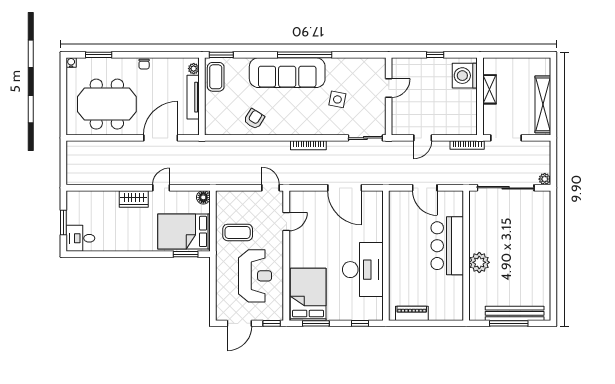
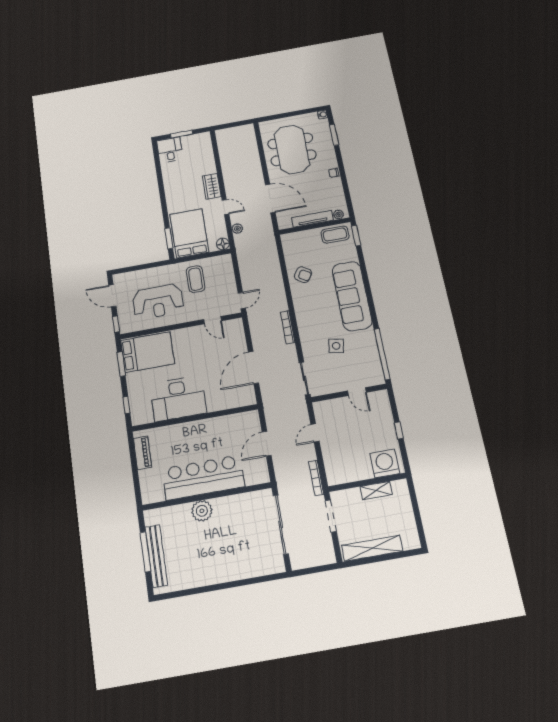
window: (305, 55) -> (382, 354), moved
door: (423, 138) -> (315, 433), hinge flipped
plant: (545, 179) -> (237, 229), moved
bar counter: (447, 246) -> (203, 478), width x1.36

